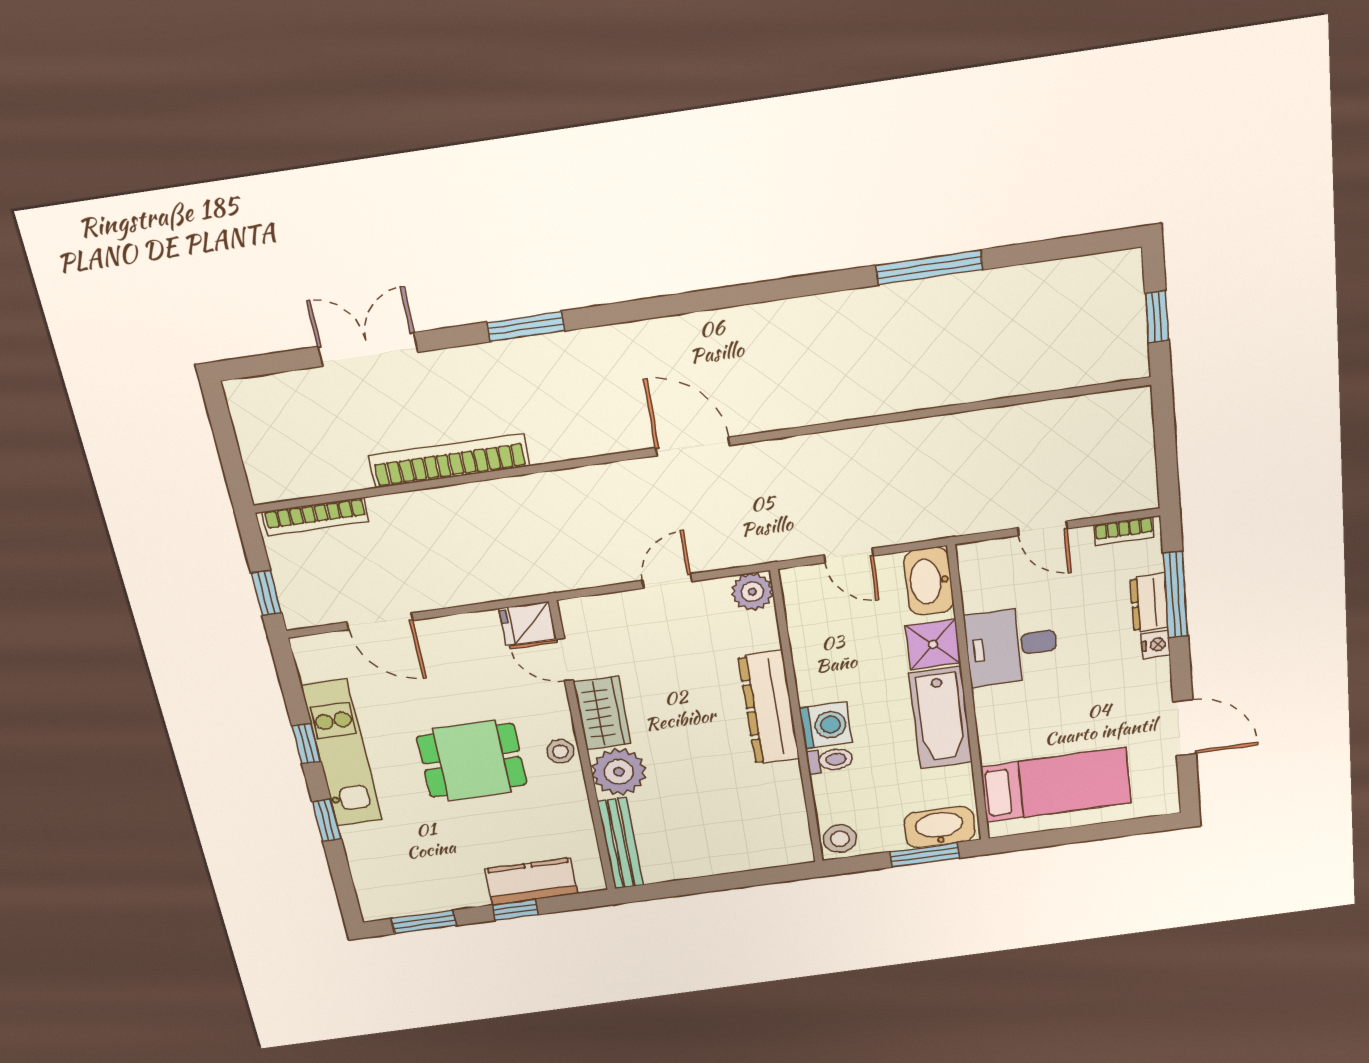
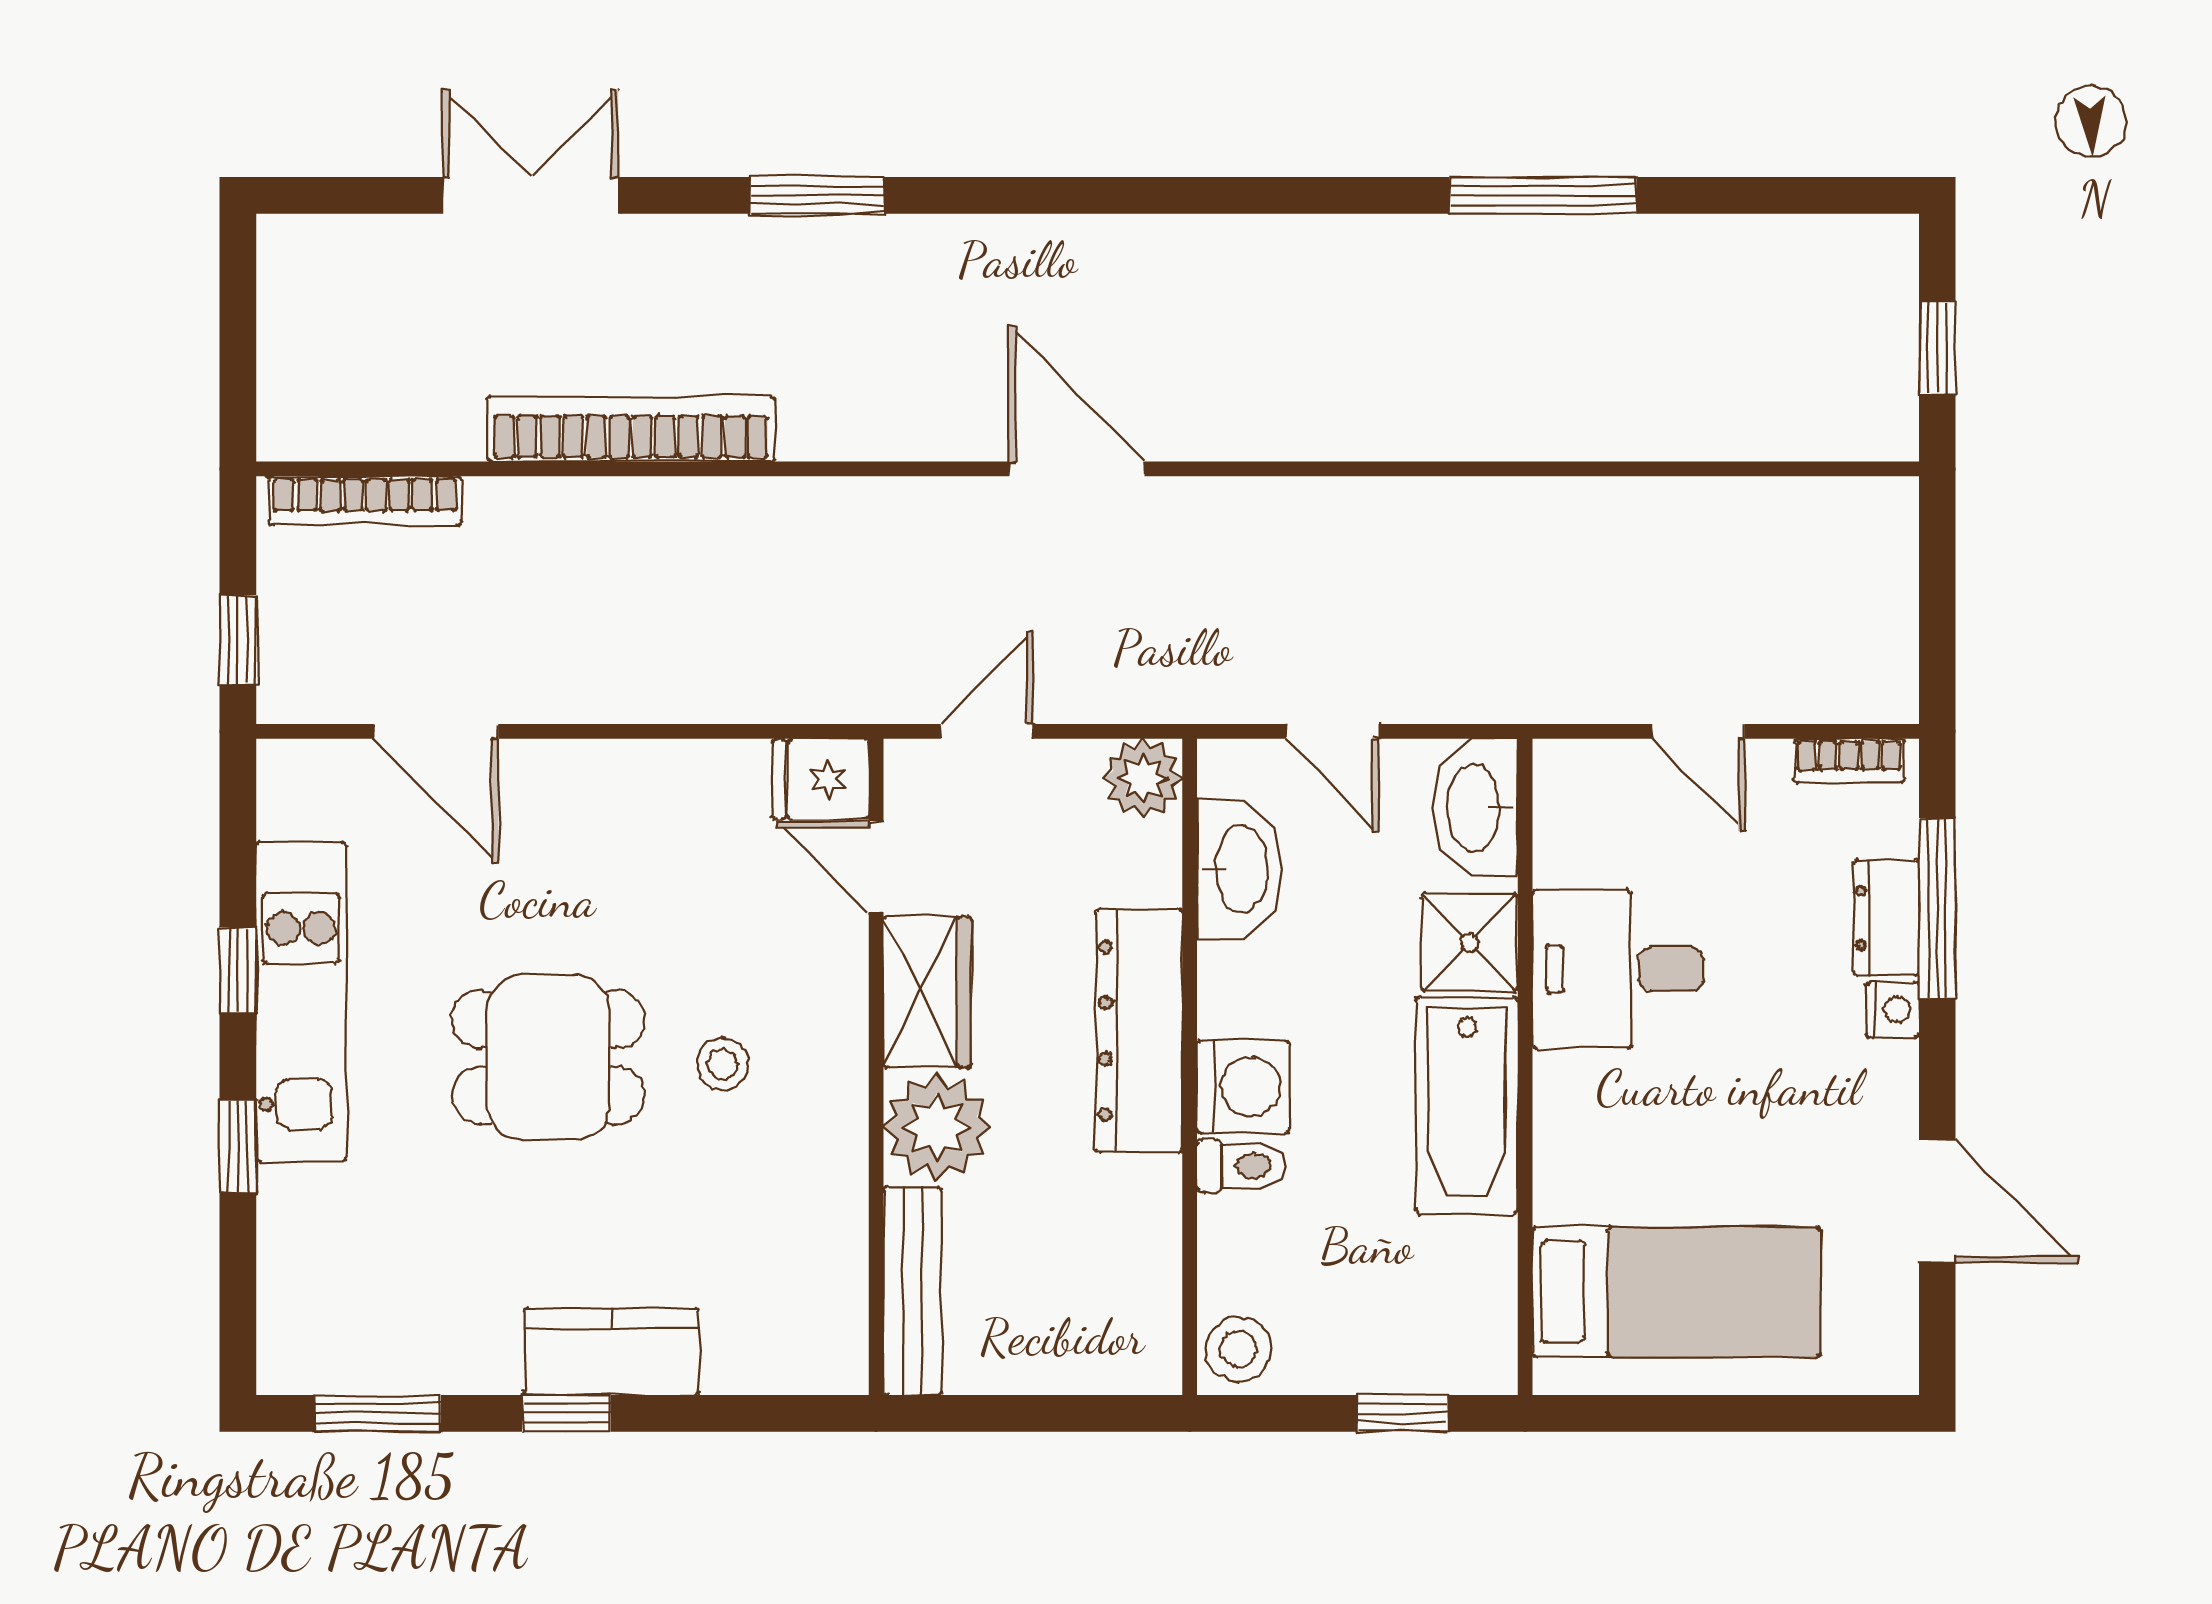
fridge: (528, 624) -> (820, 779), moved
door: (565, 660) -> (876, 867), moved
wardrobe: (602, 713) -> (927, 992), moved
wall: (583, 750) -> (876, 1067), moved
plant: (619, 772) -> (937, 1127), moved
washbasin: (939, 827) -> (1239, 869), moved, turned 90
bench: (620, 843) -> (913, 1291), moved
window: (925, 855) -> (1402, 1413), width x0.67

